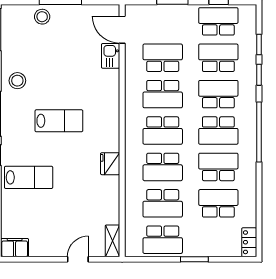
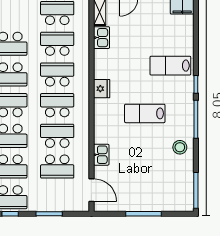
stool: (42, 17) -> (159, 201), removed
kitchen sink: (111, 56) -> (101, 155), moved
fridge: (110, 164) -> (102, 89), moved
kitchen sink: (110, 211) -> (101, 38), added

